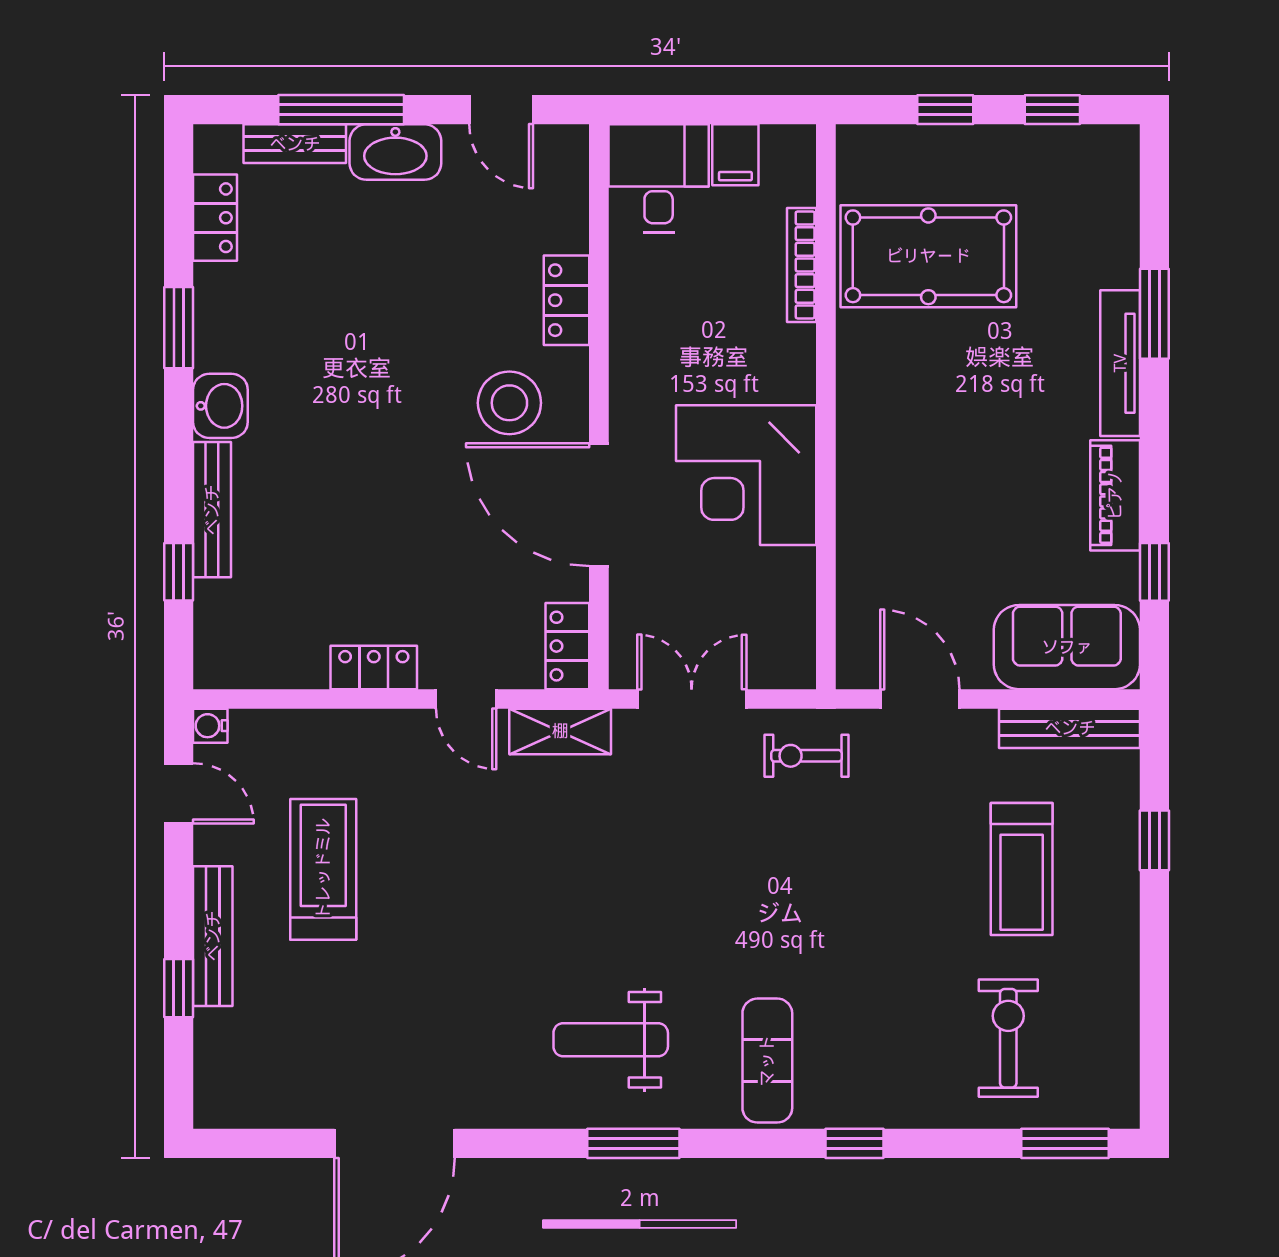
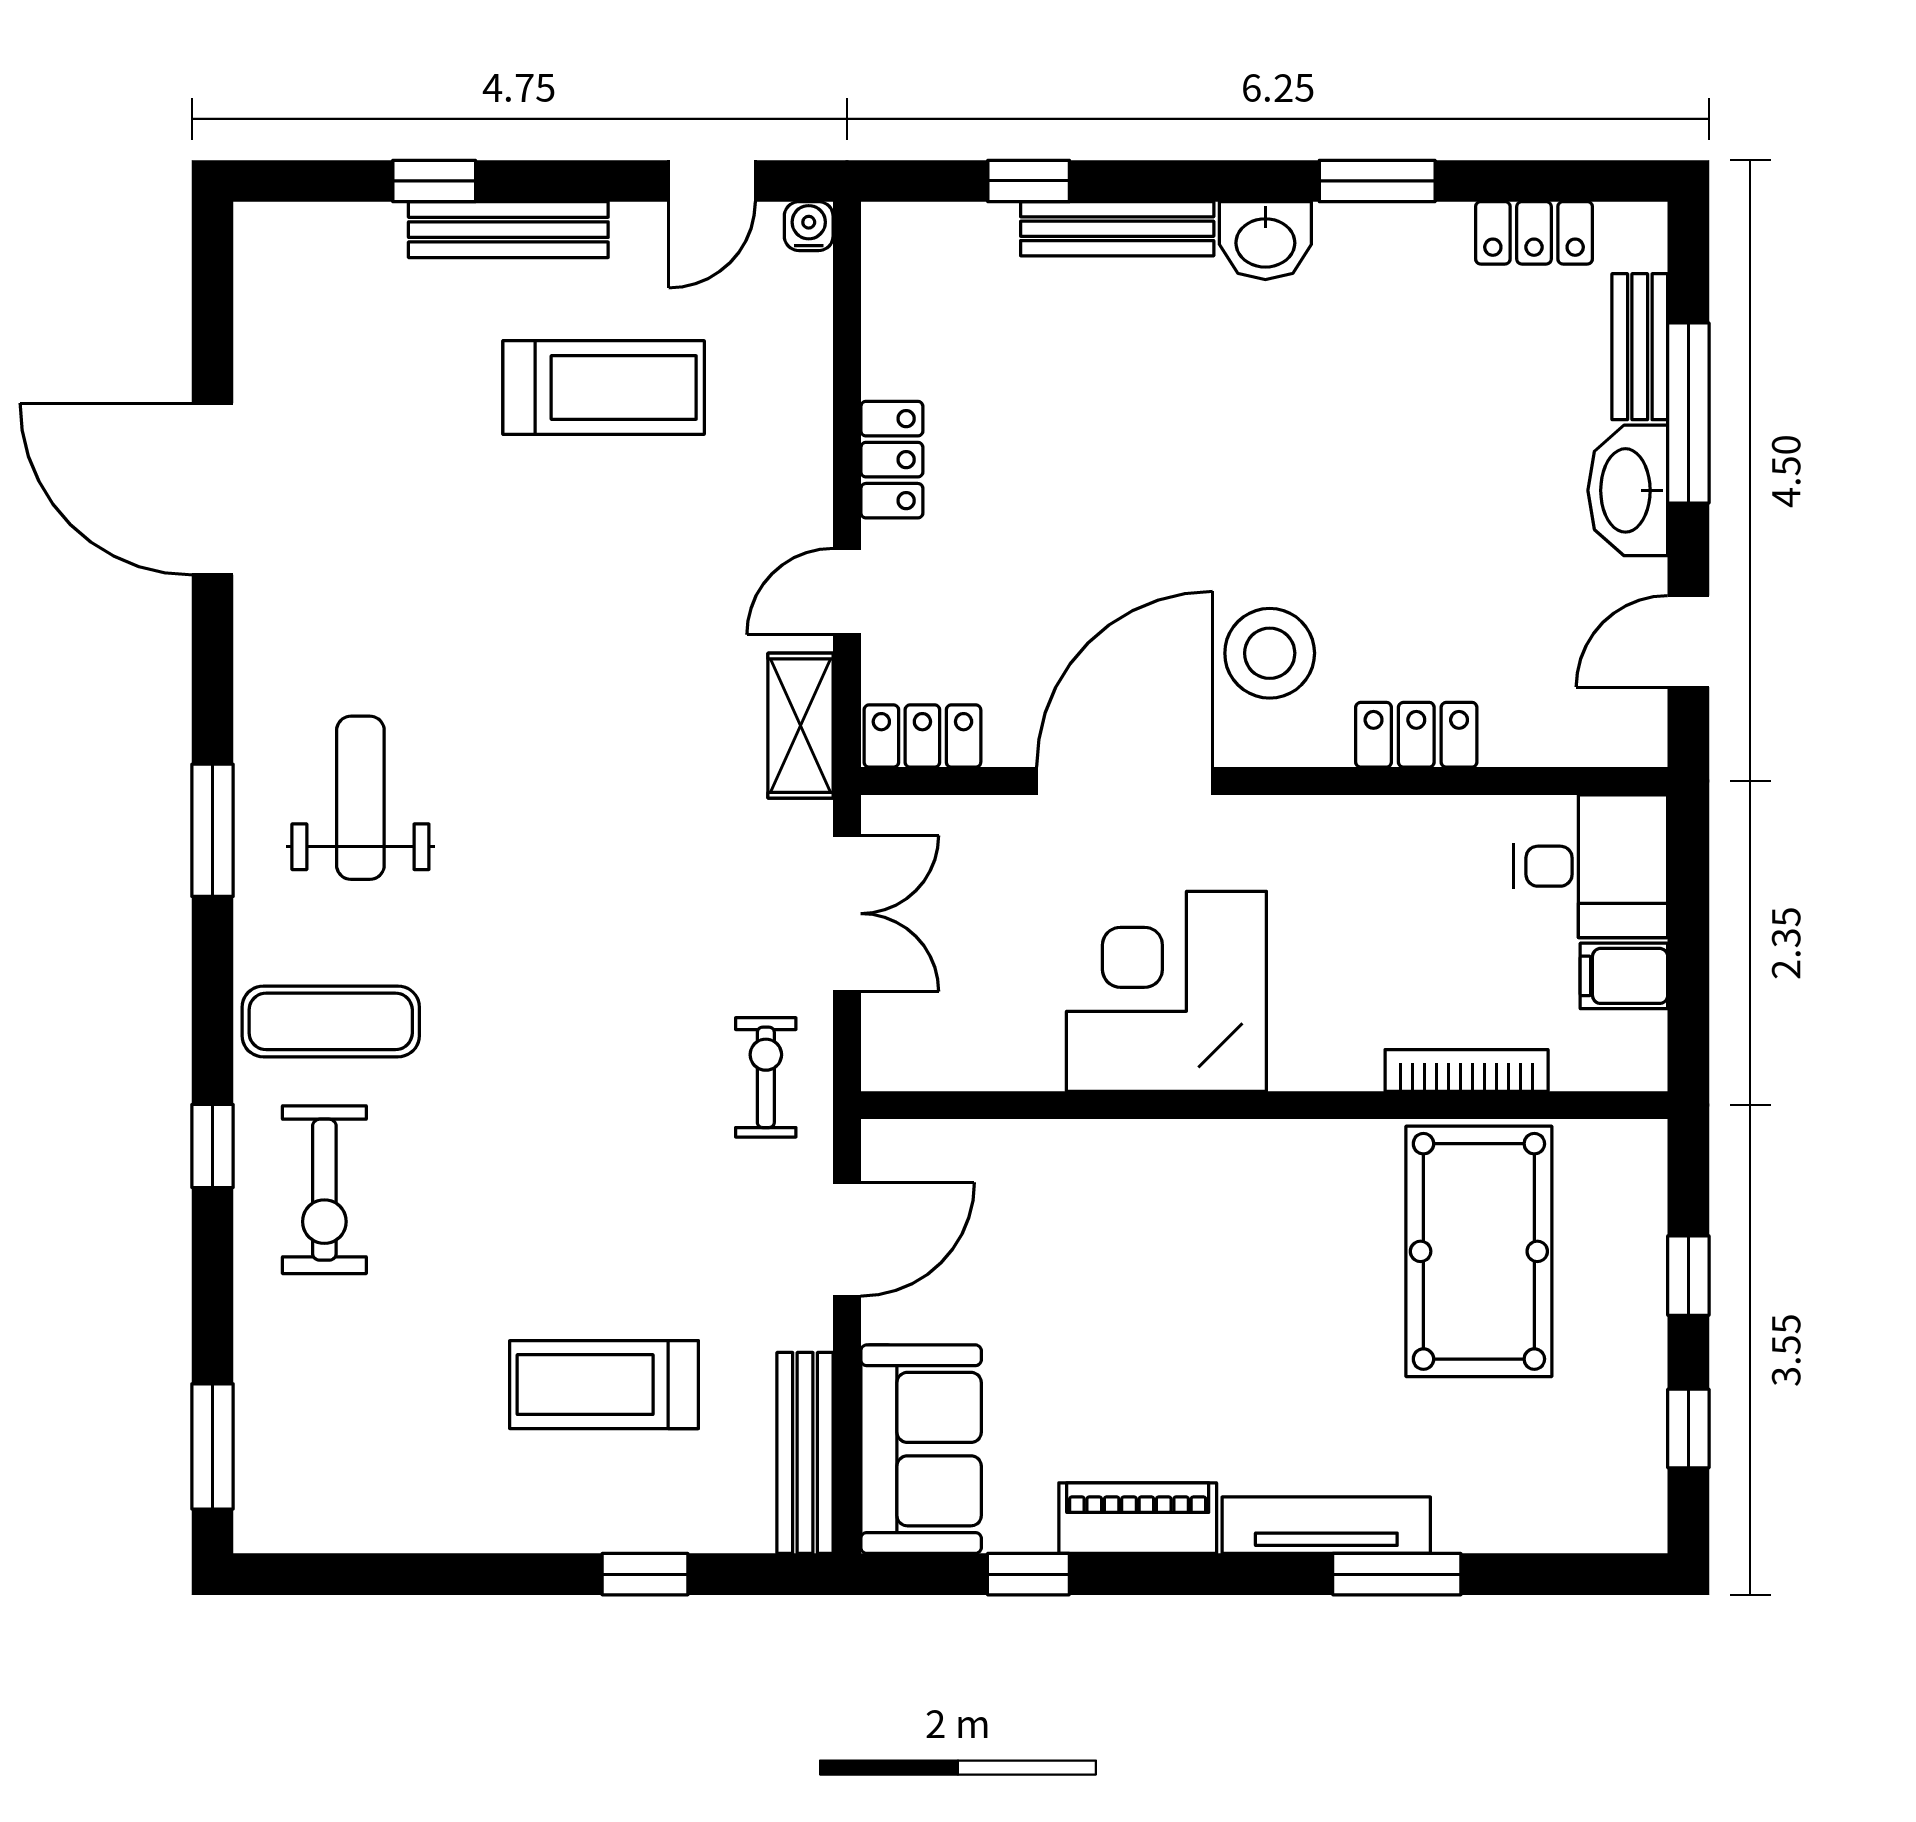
exercise bike: (1008, 1038) -> (324, 1190), moved, turned 90

